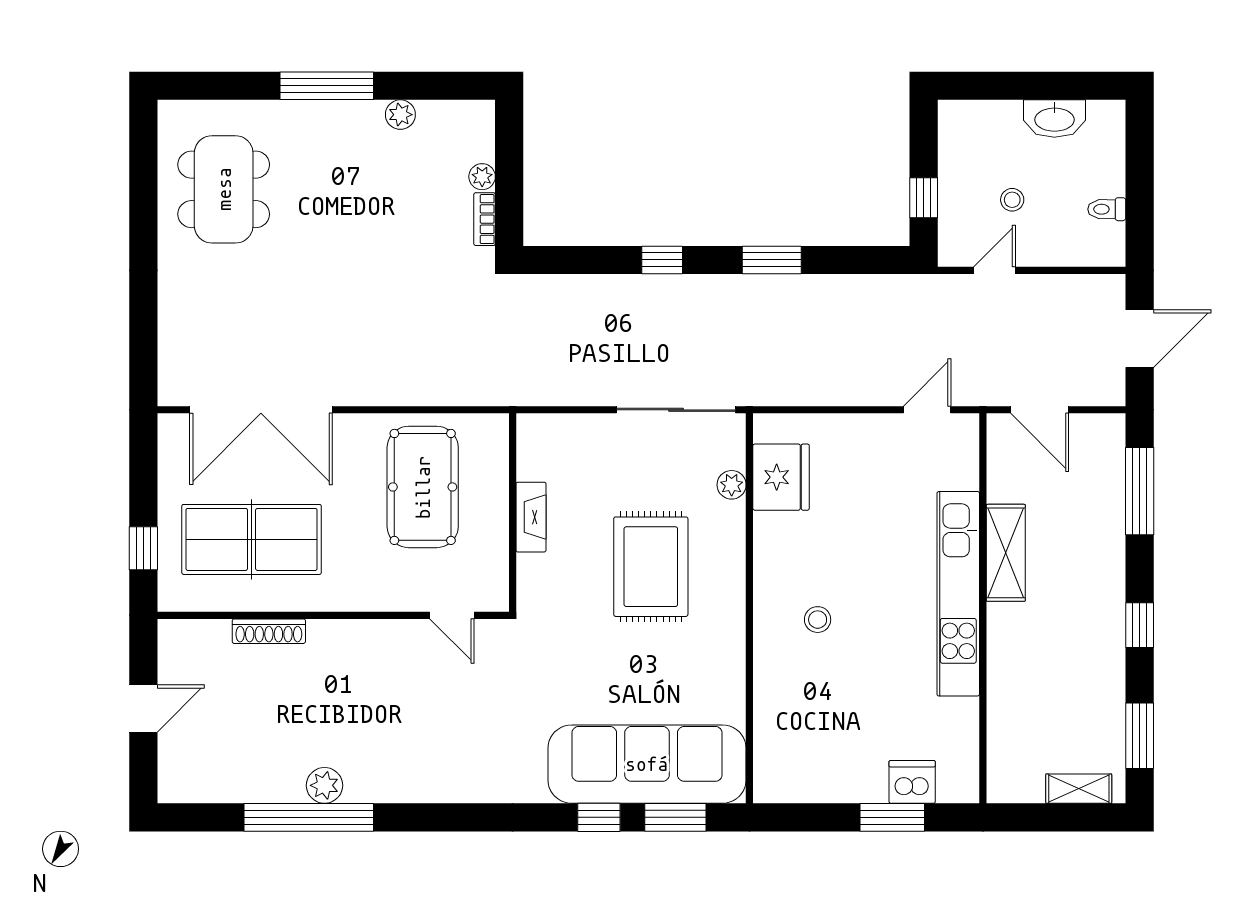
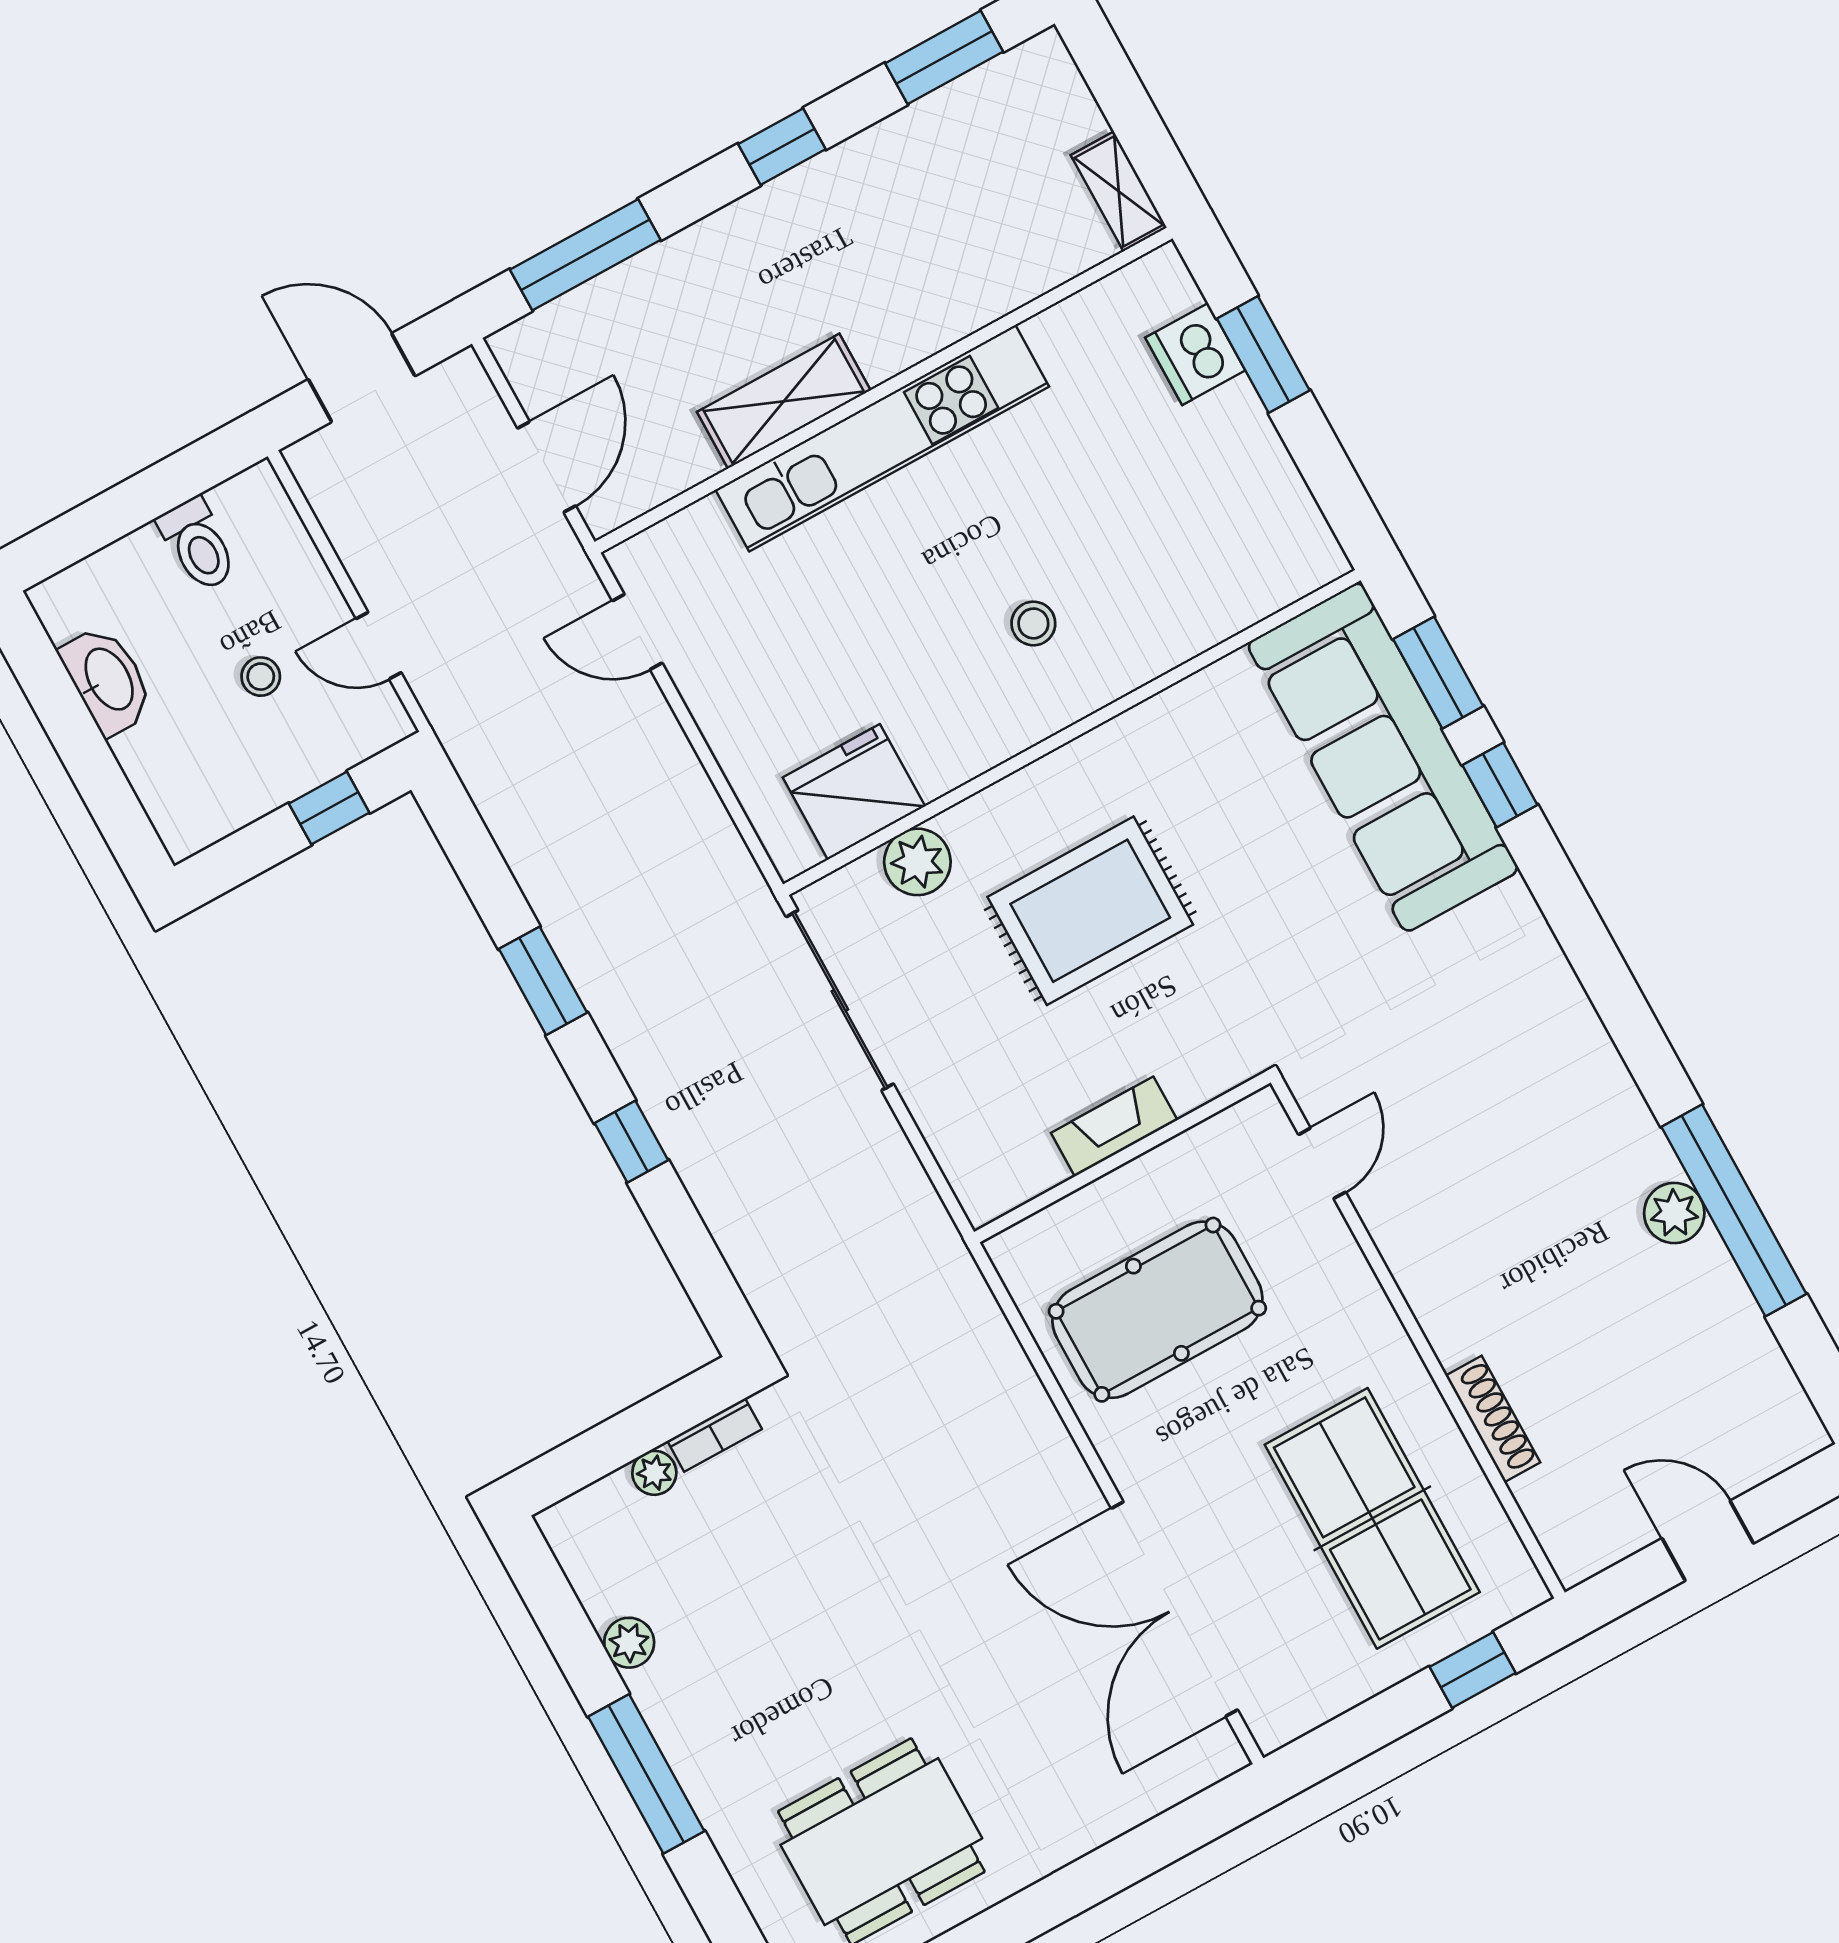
toilet: (1107, 209) -> (198, 544), width x1.37, depth x1.39
double door: (261, 410) -> (1174, 1609), swing flipped
plant: (732, 485) -> (917, 862), width x1.38, depth x1.38
shelving: (1079, 789) -> (1119, 191), moved

